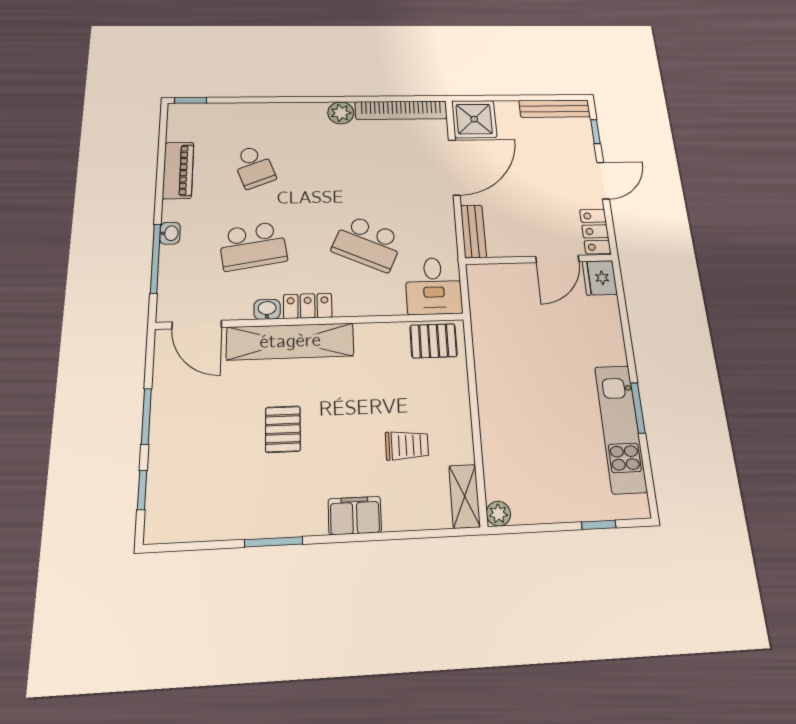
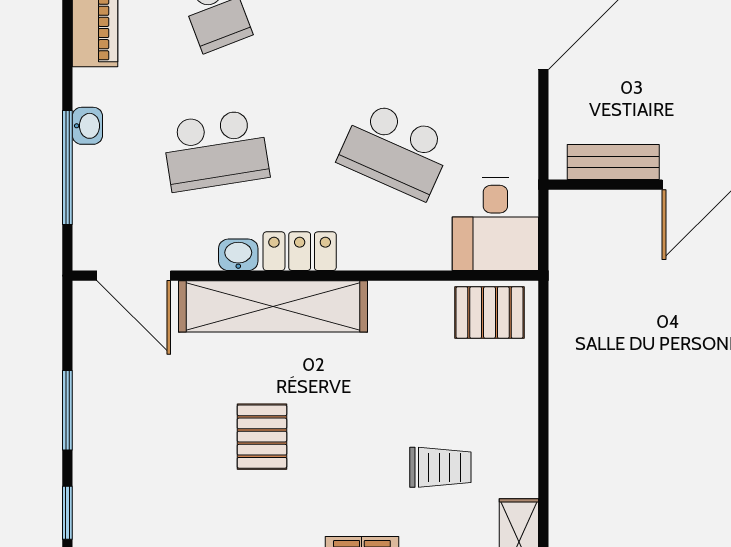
bench: (473, 231) -> (613, 162), moved, turned 90

